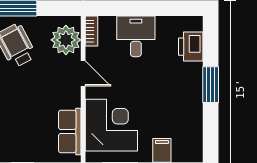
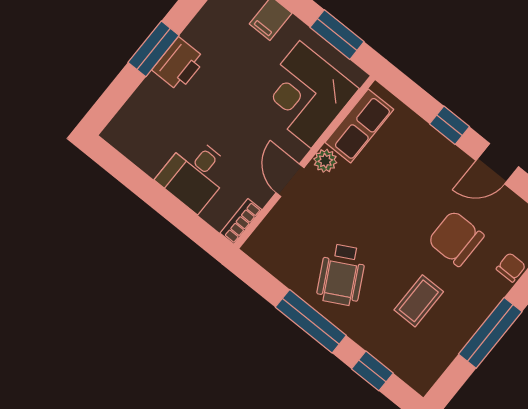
plant: (66, 40) -> (325, 161), moved, width x0.53, depth x0.53
printer: (191, 47) -> (179, 64), moved

